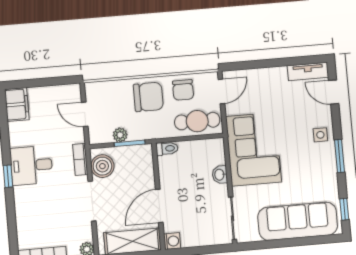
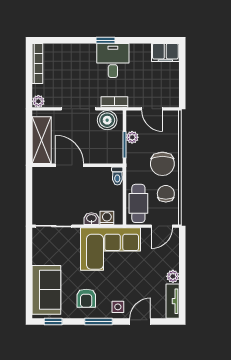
plant: (279, 74) -> (173, 276), added
chair: (183, 90) -> (166, 194), turned 90
door: (221, 91) -> (162, 226), hinge flipped
door: (334, 92) -> (140, 321), moved
door: (85, 114) -> (152, 109), swing flipped
armchair: (314, 173) -> (86, 298), added
sofa: (298, 221) -> (46, 290), width x0.73
washing machine: (172, 241) -> (107, 218), moved, turned 180

